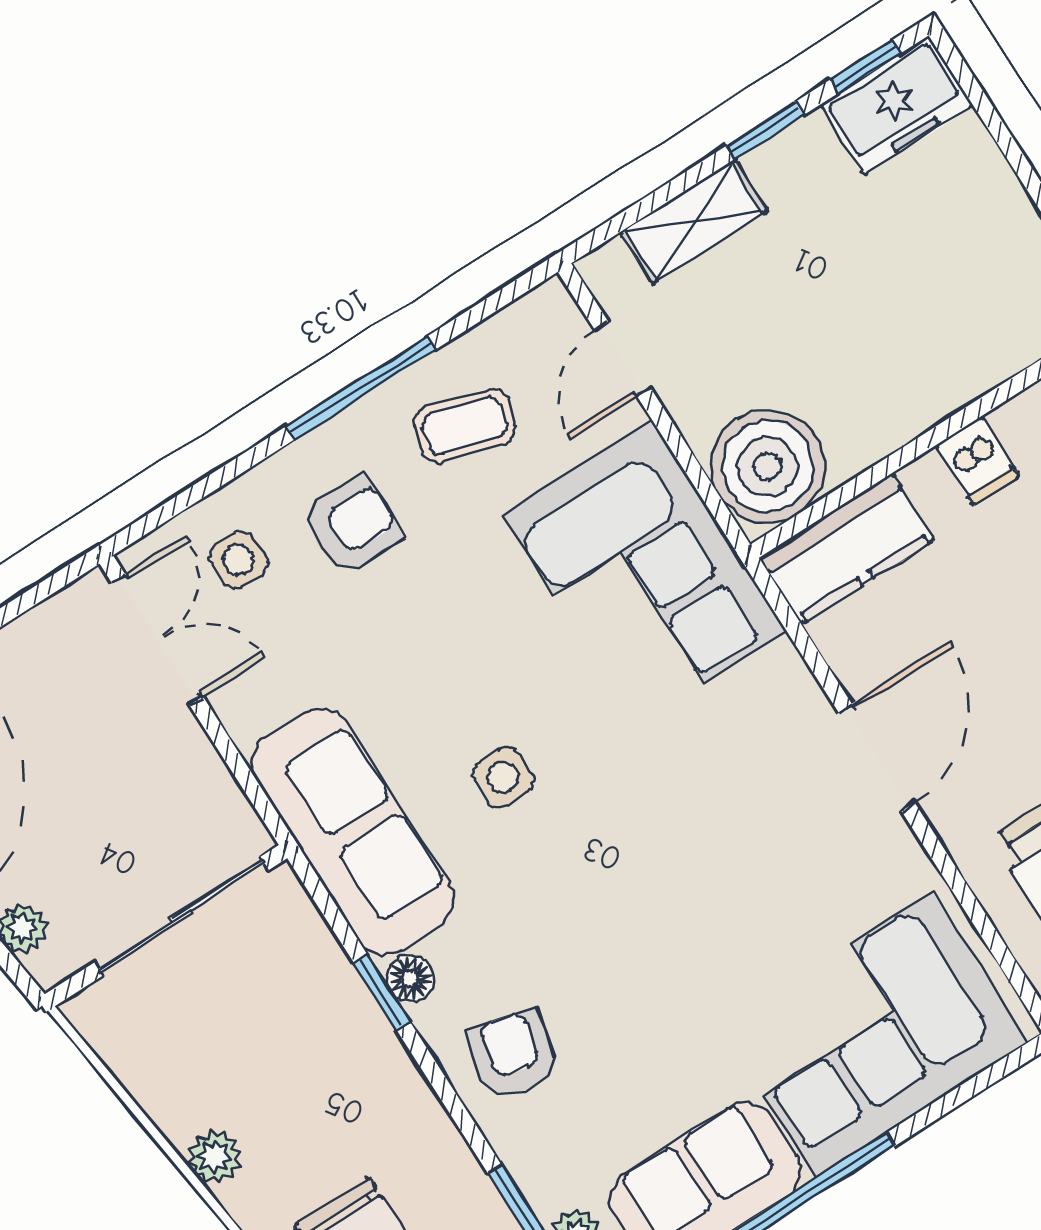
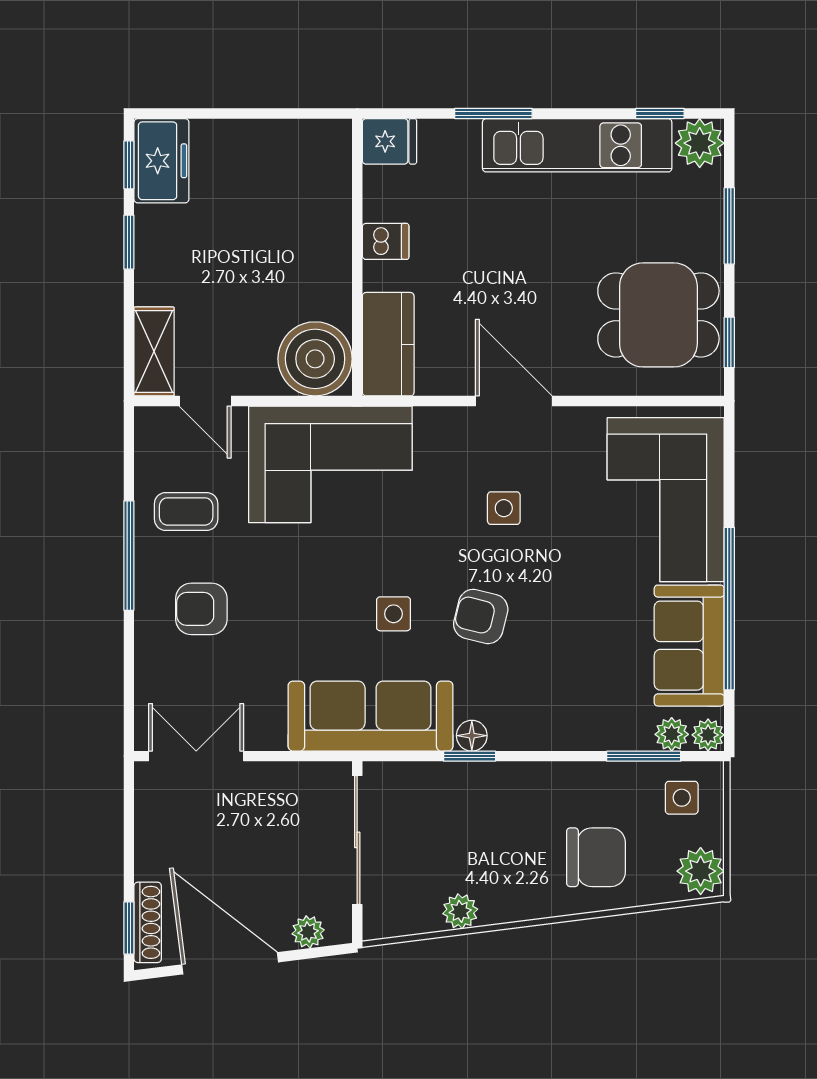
shelving: (694, 221) -> (154, 351), moved
coffee table: (465, 425) -> (186, 511), turned 74
armchair: (352, 525) -> (201, 609), turned -90
side table: (238, 560) -> (504, 508), moved
armchair: (513, 1055) -> (481, 616), moved
plant: (215, 1157) -> (460, 911), moved

